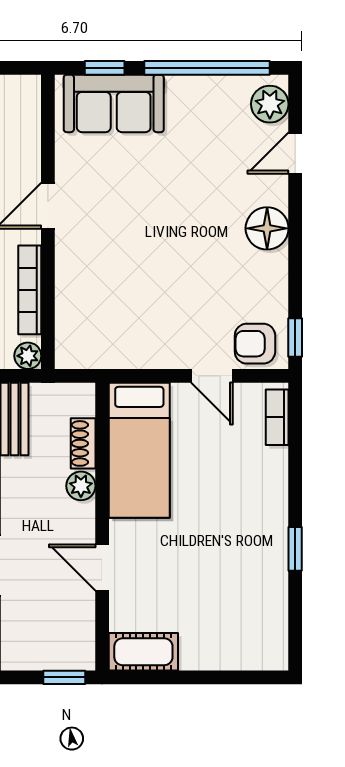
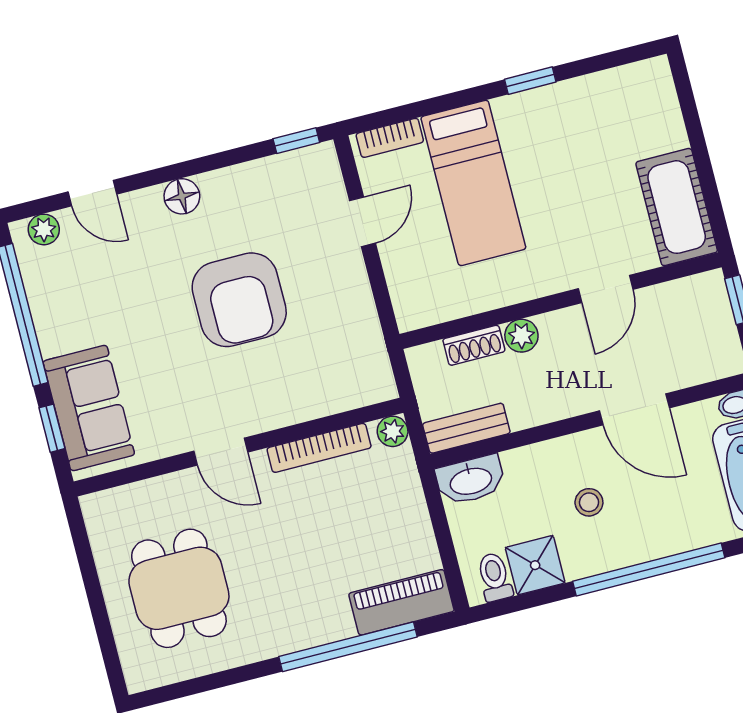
plant: (270, 104) -> (44, 229), width x0.73, depth x0.73
floor lamp: (267, 228) -> (182, 196), width x0.73, depth x0.73
armchair: (255, 344) -> (239, 300), moved, width x1.88, depth x1.88
bed: (139, 450) -> (473, 183), moved, turned 90
cot: (143, 652) -> (677, 207), width x1.37, depth x1.34

